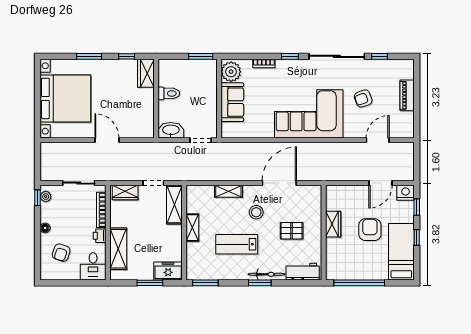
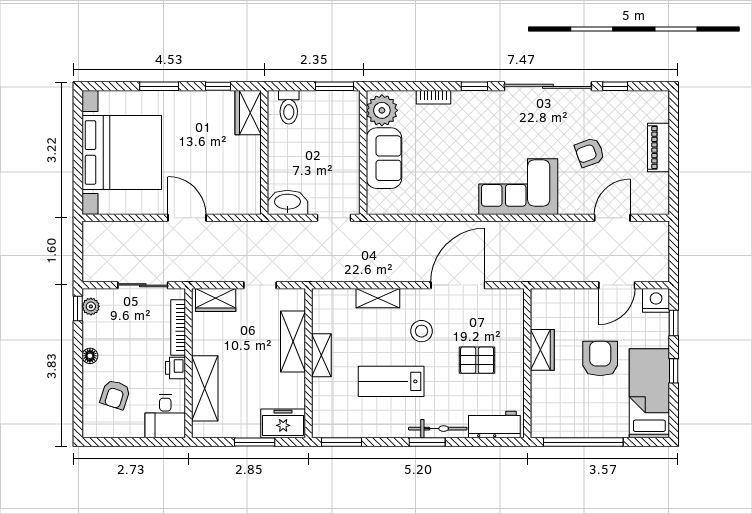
toilet: (169, 93) -> (289, 107), moved, turned 90
corner sofa: (309, 114) -> (518, 187), width x0.73, depth x0.74
shelving: (174, 205) -> (293, 342), moved

